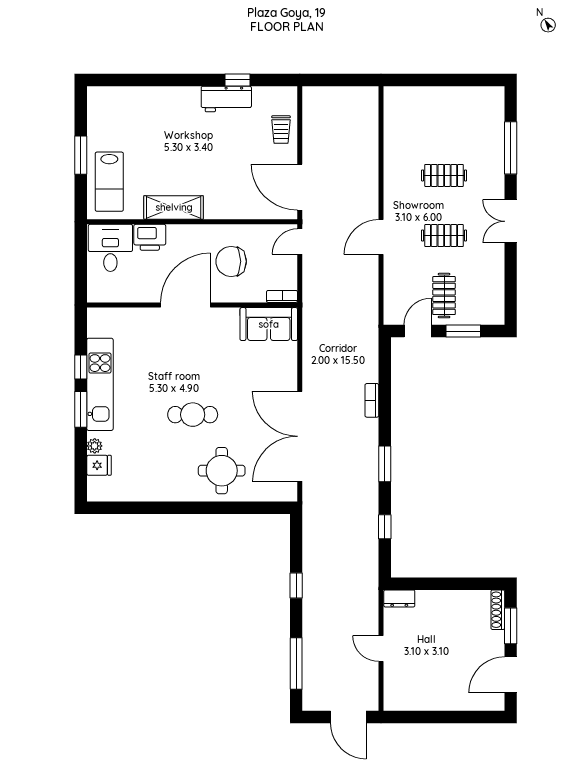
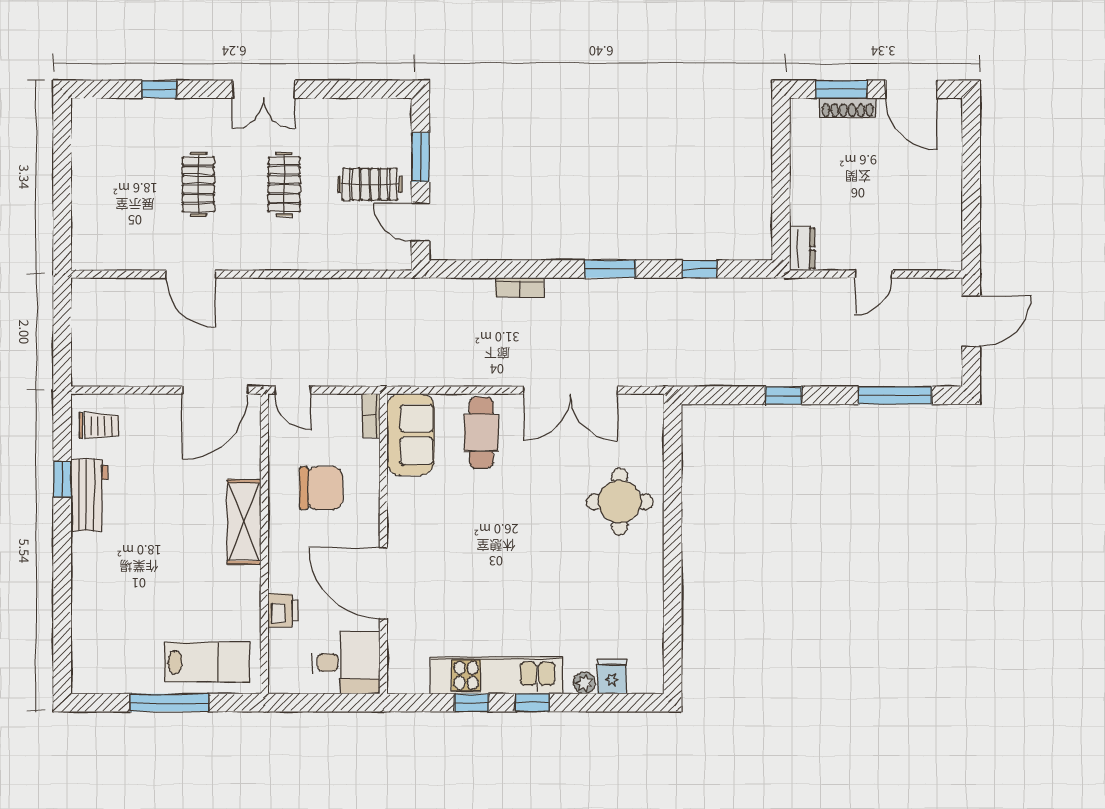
trolley: (281, 130) -> (99, 426), moved
window: (511, 148) -> (159, 89), width x0.46
window: (81, 155) -> (169, 703), width x1.44
shelving: (174, 207) -> (244, 522), moved
printer: (150, 237) -> (283, 610), width x0.73, depth x0.81
door: (381, 237) -> (191, 274), moved
desk: (110, 248) -> (346, 663), moved, turned 180
chair: (231, 261) -> (321, 488), turned -90
door: (186, 305) -> (383, 583), moved
window: (81, 409) -> (532, 703), width x0.67
cafe table: (193, 415) -> (481, 433), moved
double door: (300, 436) -> (571, 390), width x0.73
shoe rack: (498, 610) -> (848, 108), moved

